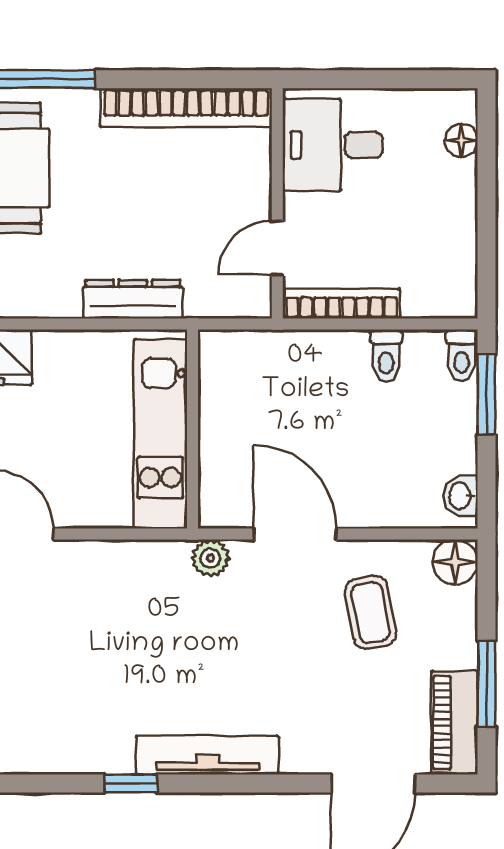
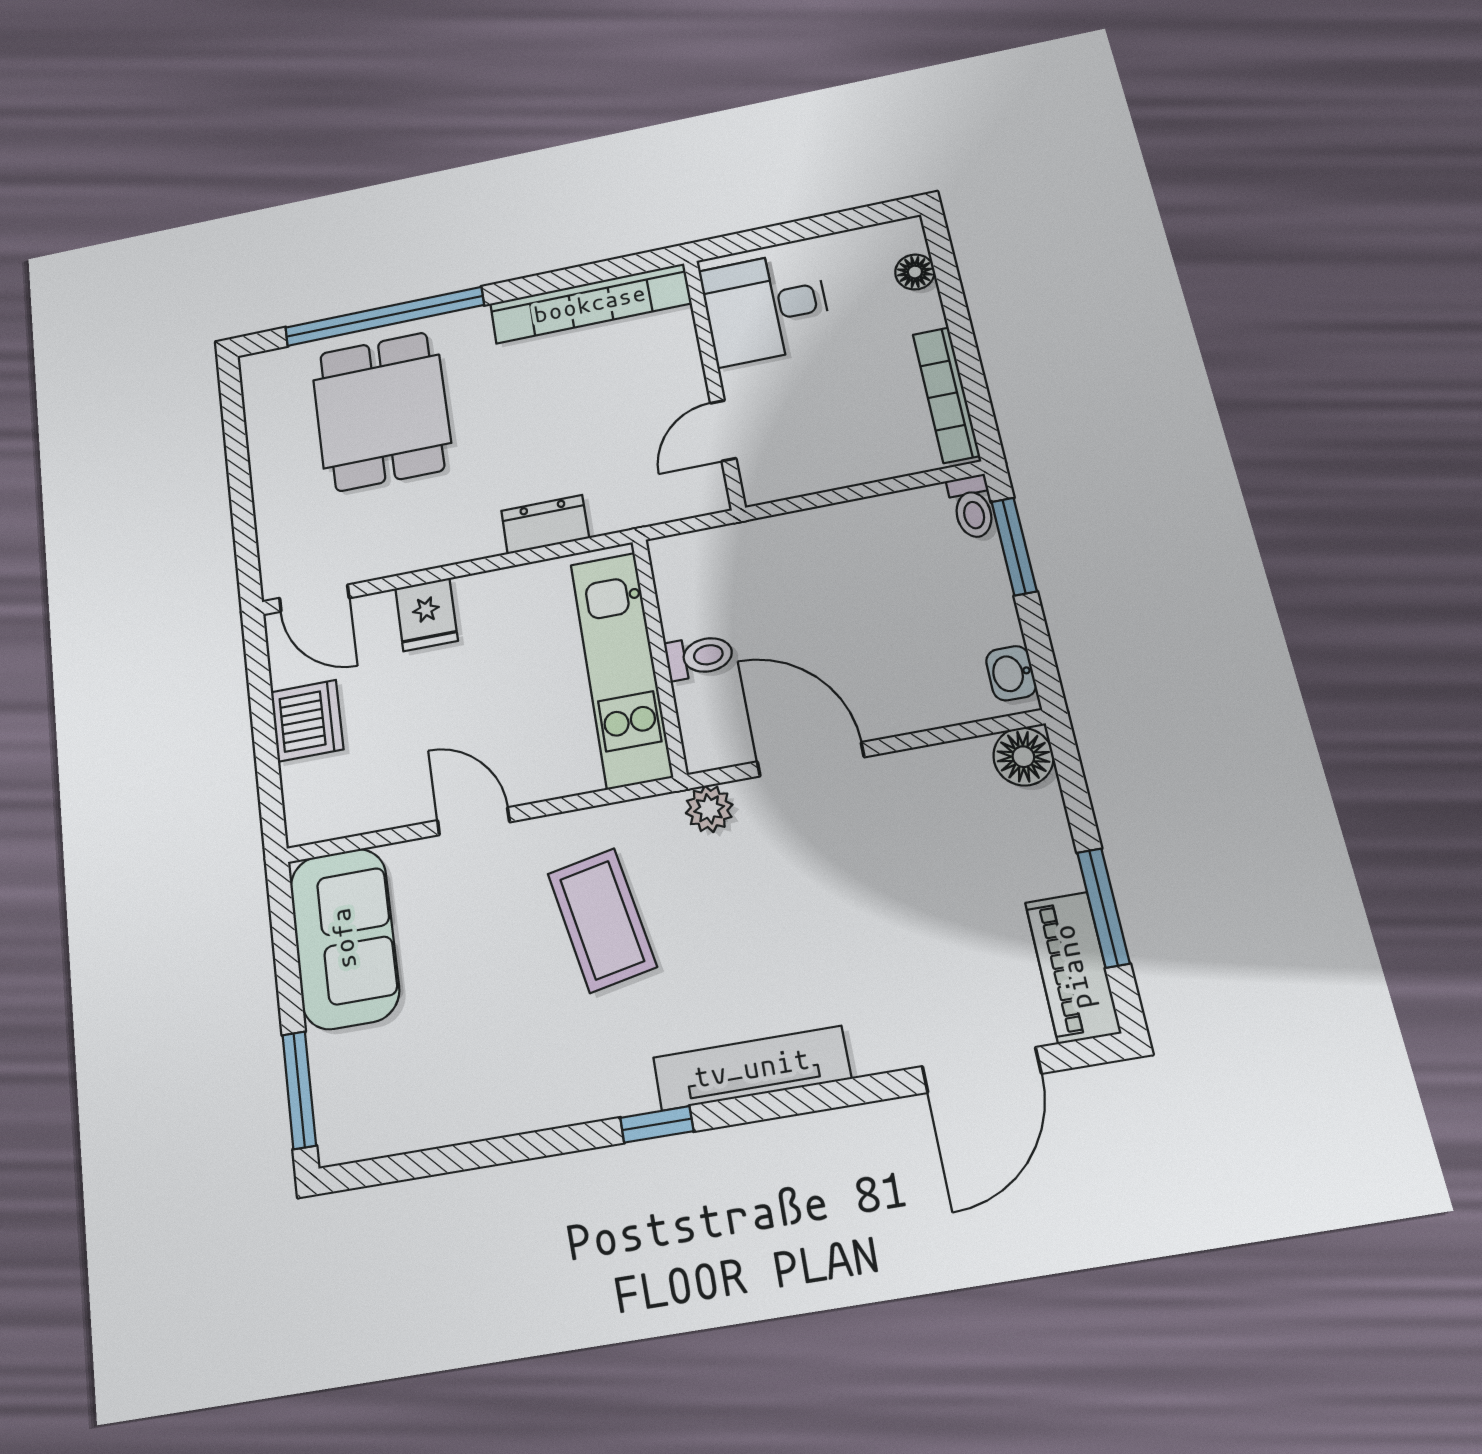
dresser: (133, 299) -> (545, 524), width x0.70
bookcase: (341, 304) -> (946, 395), moved, turned -90
toilet: (386, 356) -> (699, 656), moved, turned -90
coffee table: (371, 613) -> (602, 920), moved, width x1.36, depth x1.30

